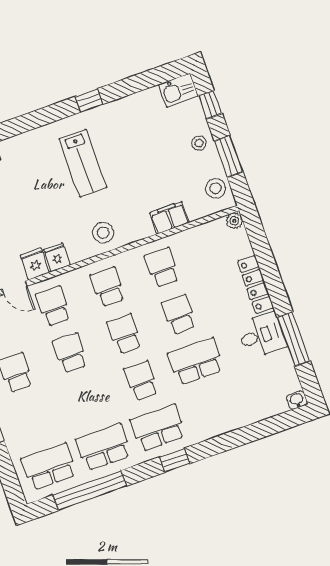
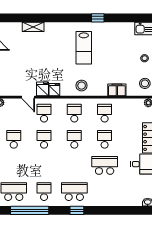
school desk: (141, 381) -> (74, 165), removed
school desk: (104, 447) -> (44, 192), width x0.54

